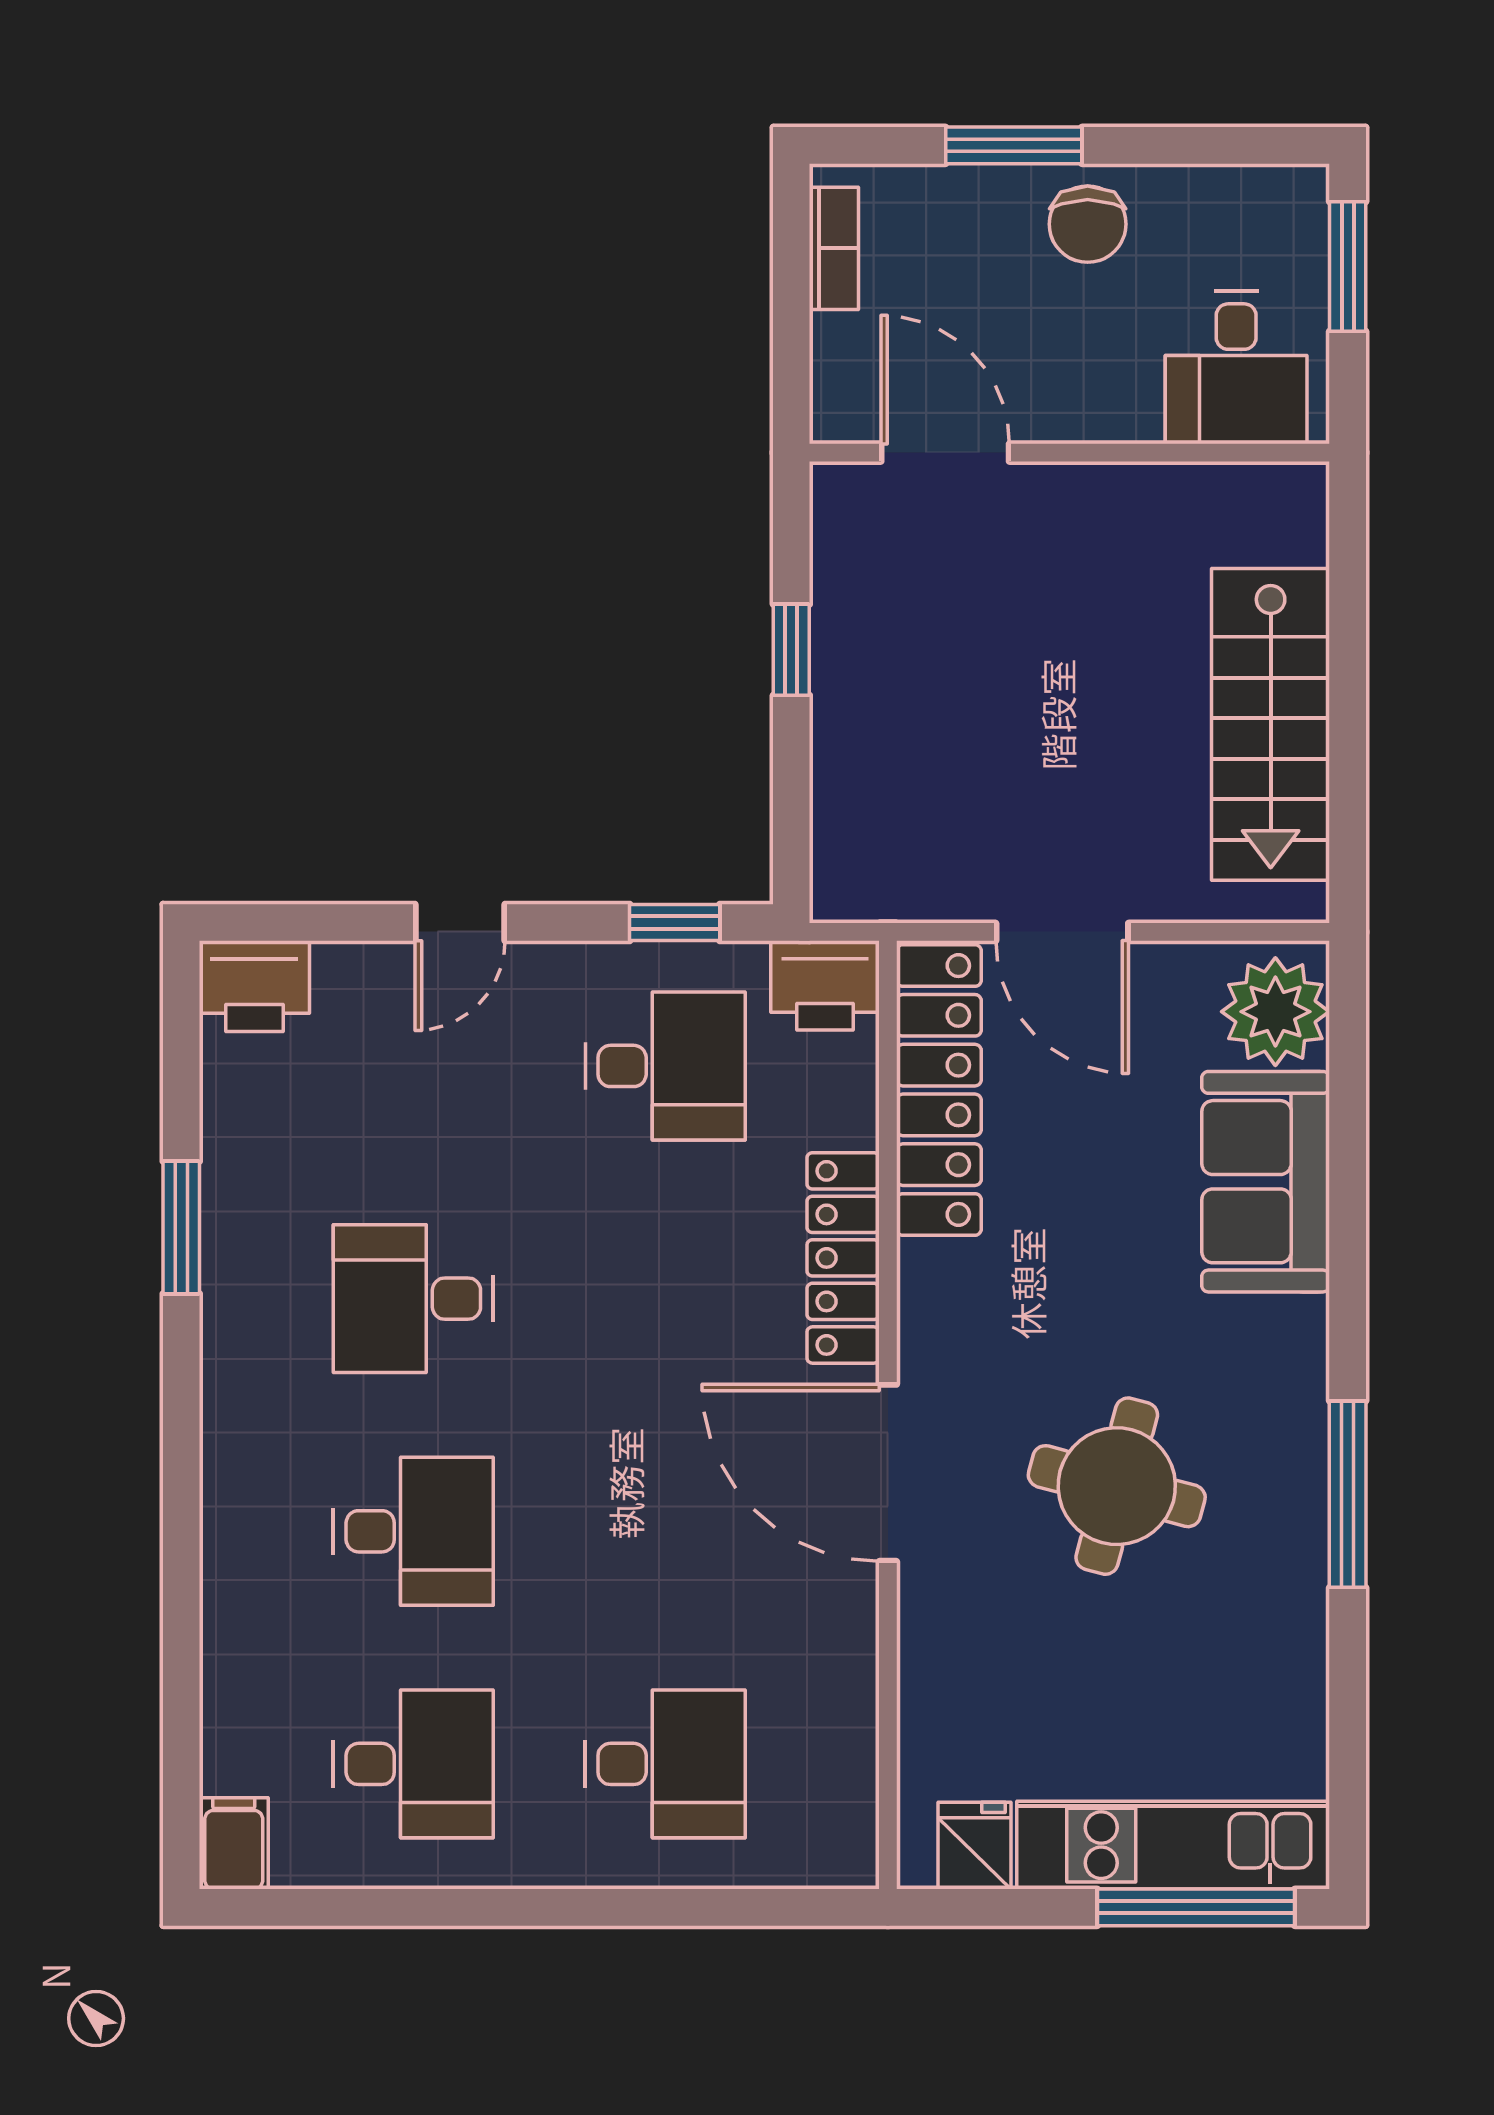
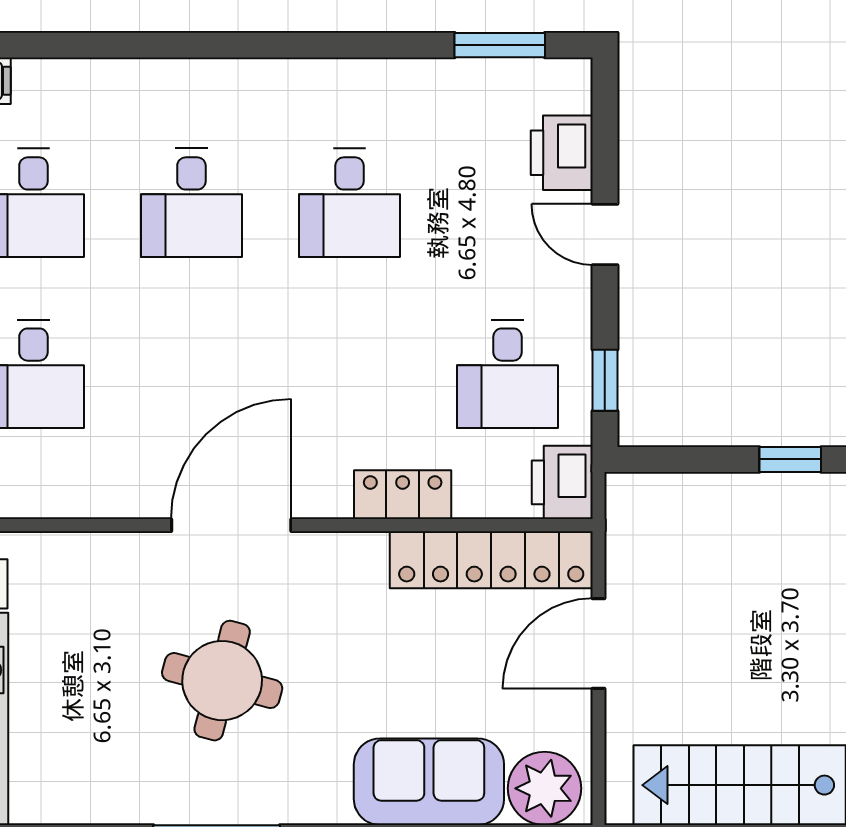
printer: (254, 986) -> (562, 153), moved
window: (181, 1227) -> (500, 45), moved
locker: (843, 1258) -> (403, 495), width x0.66
desk: (413, 1299) -> (349, 203), turned 180

